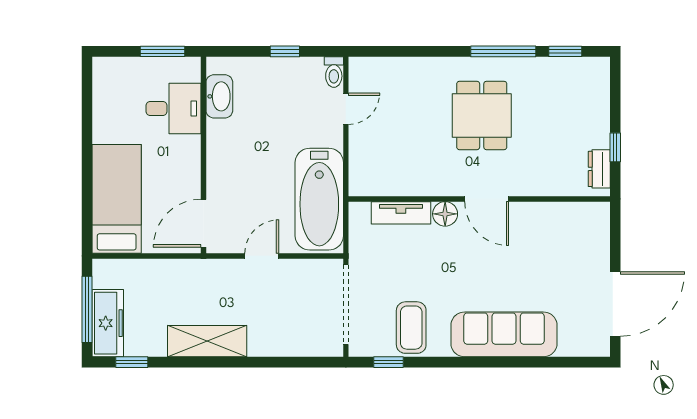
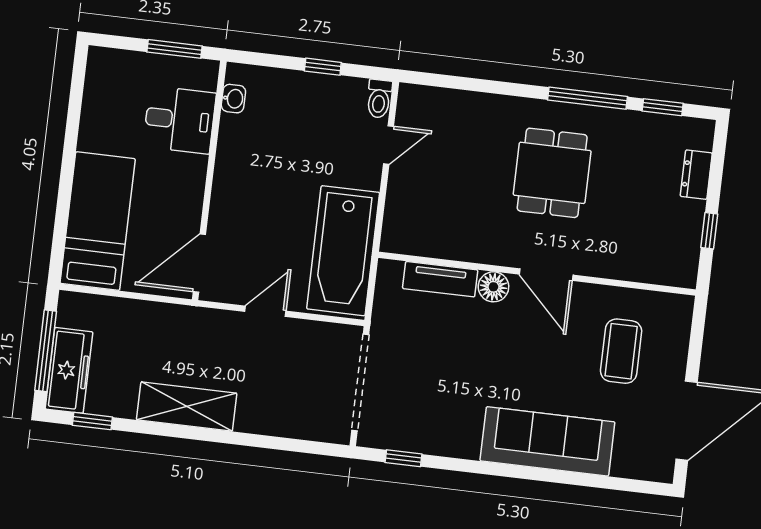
washbasin: (219, 96) -> (233, 99), width x0.52, depth x0.69
dresser: (599, 169) -> (696, 175), moved
coffee table: (411, 328) -> (621, 351), moved

